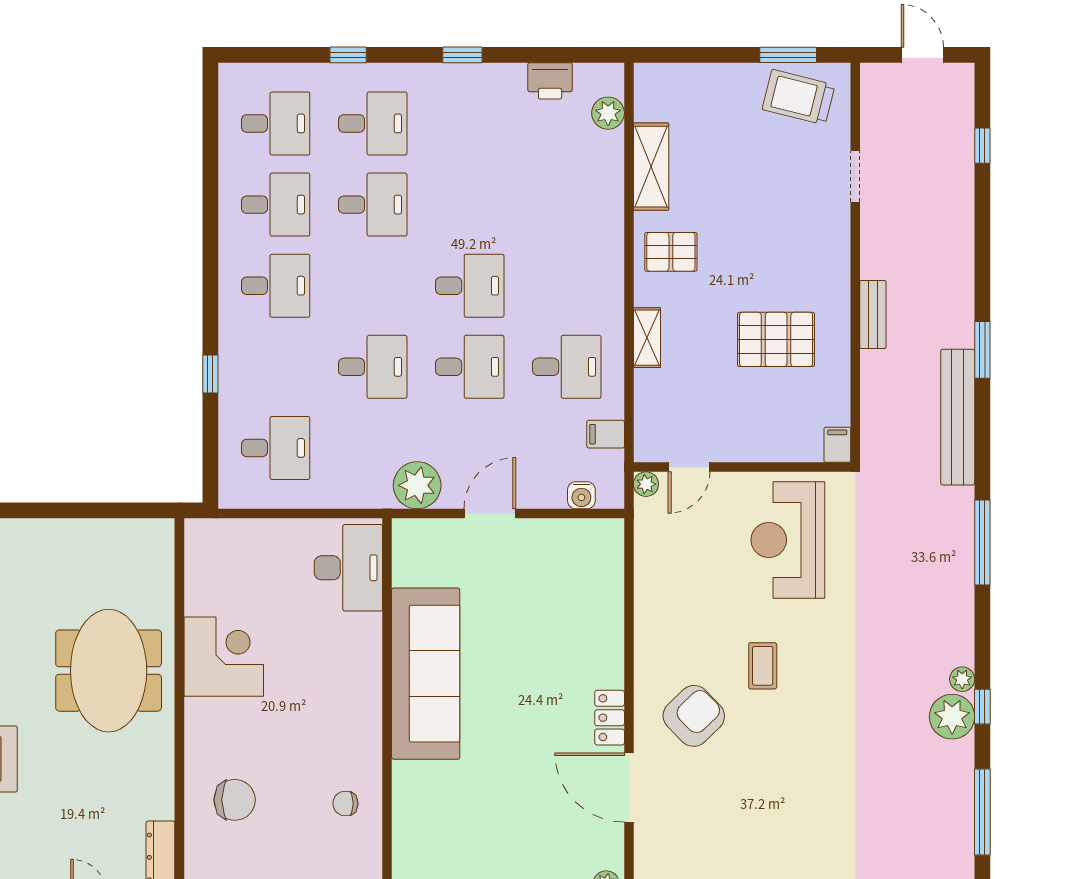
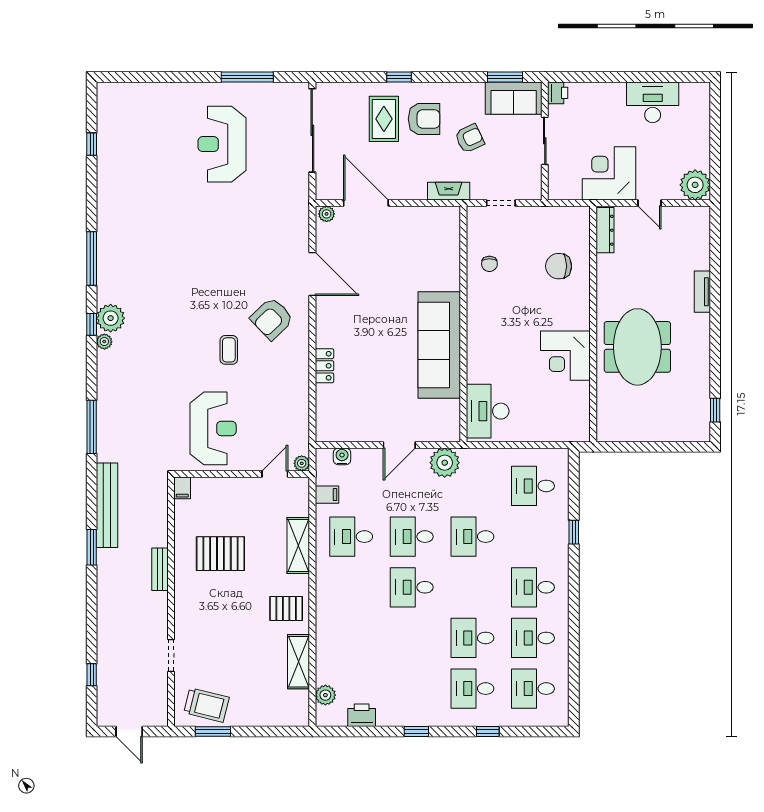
shelving: (647, 338) -> (298, 546), width x1.50, depth x1.33
locker: (610, 718) -> (324, 366), moved
chair: (345, 804) -> (489, 264), turned 90

